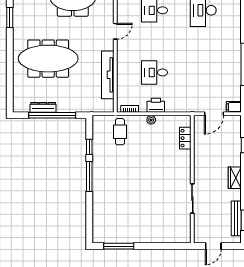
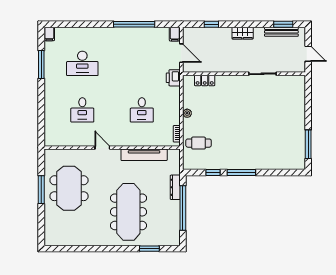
window: (10, 17) -> (149, 249), moved
printer: (156, 105) -> (173, 78), moved
dresser: (43, 107) -> (175, 187), moved

